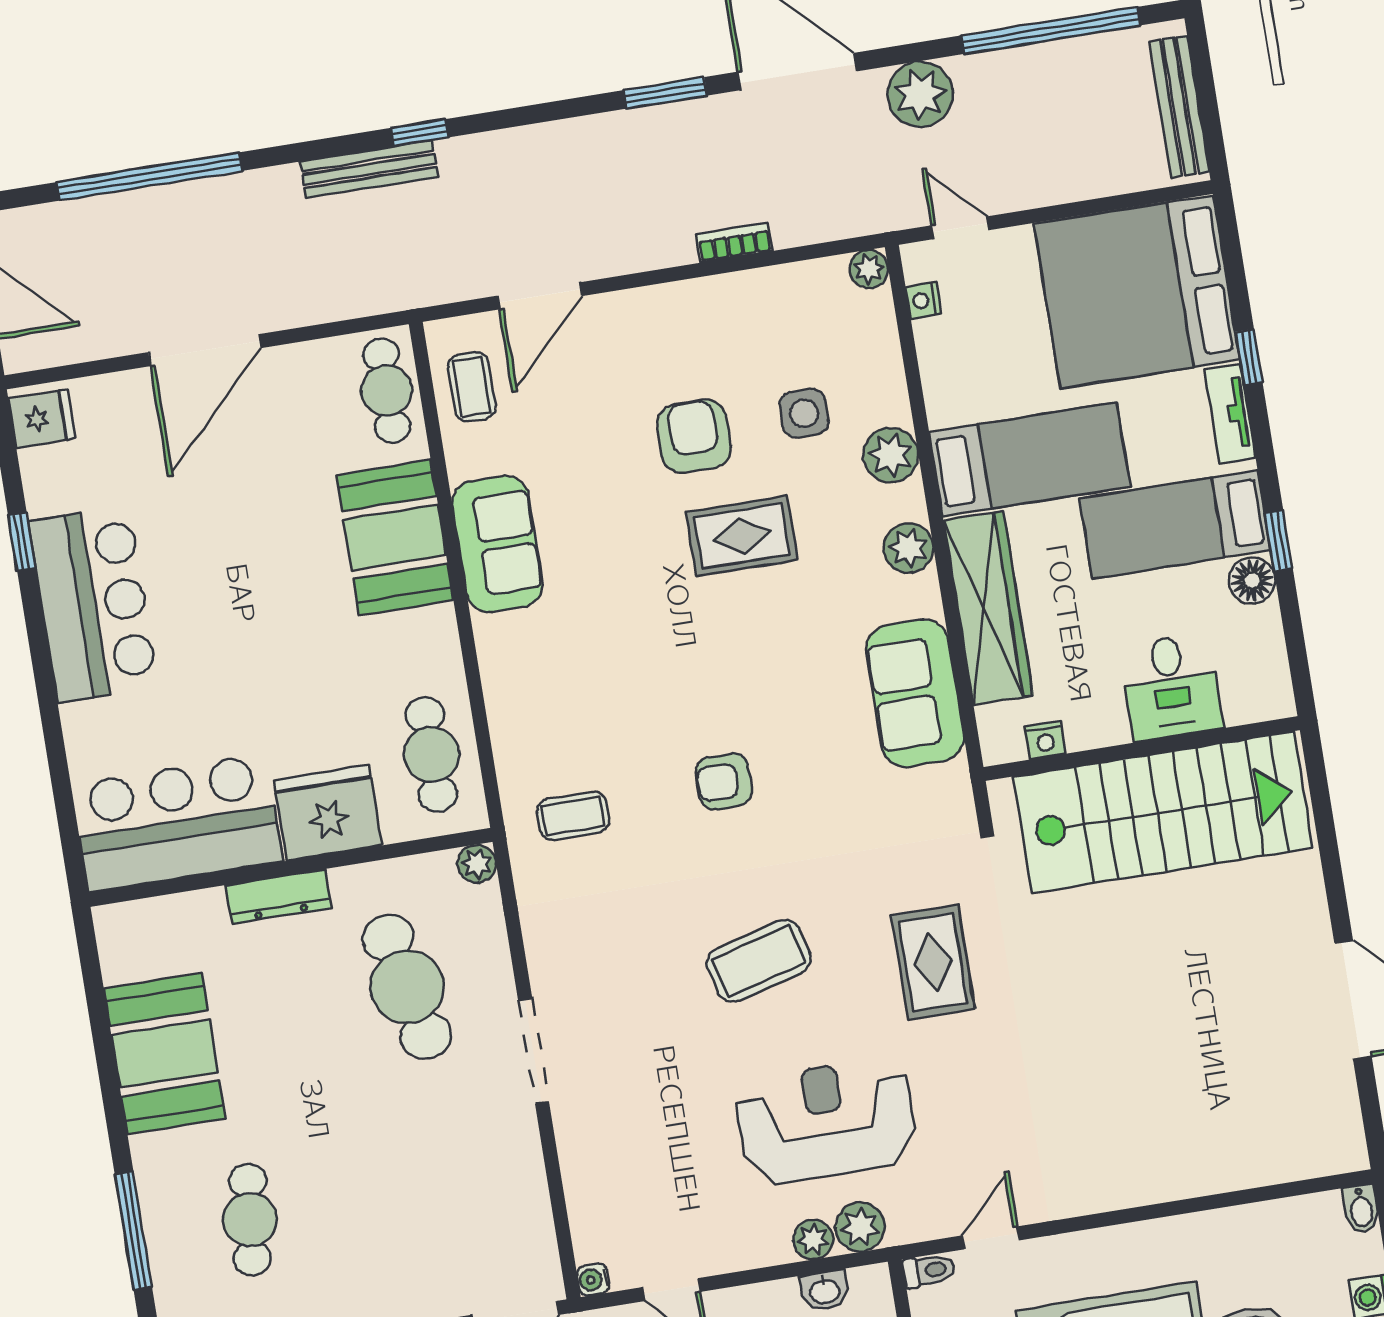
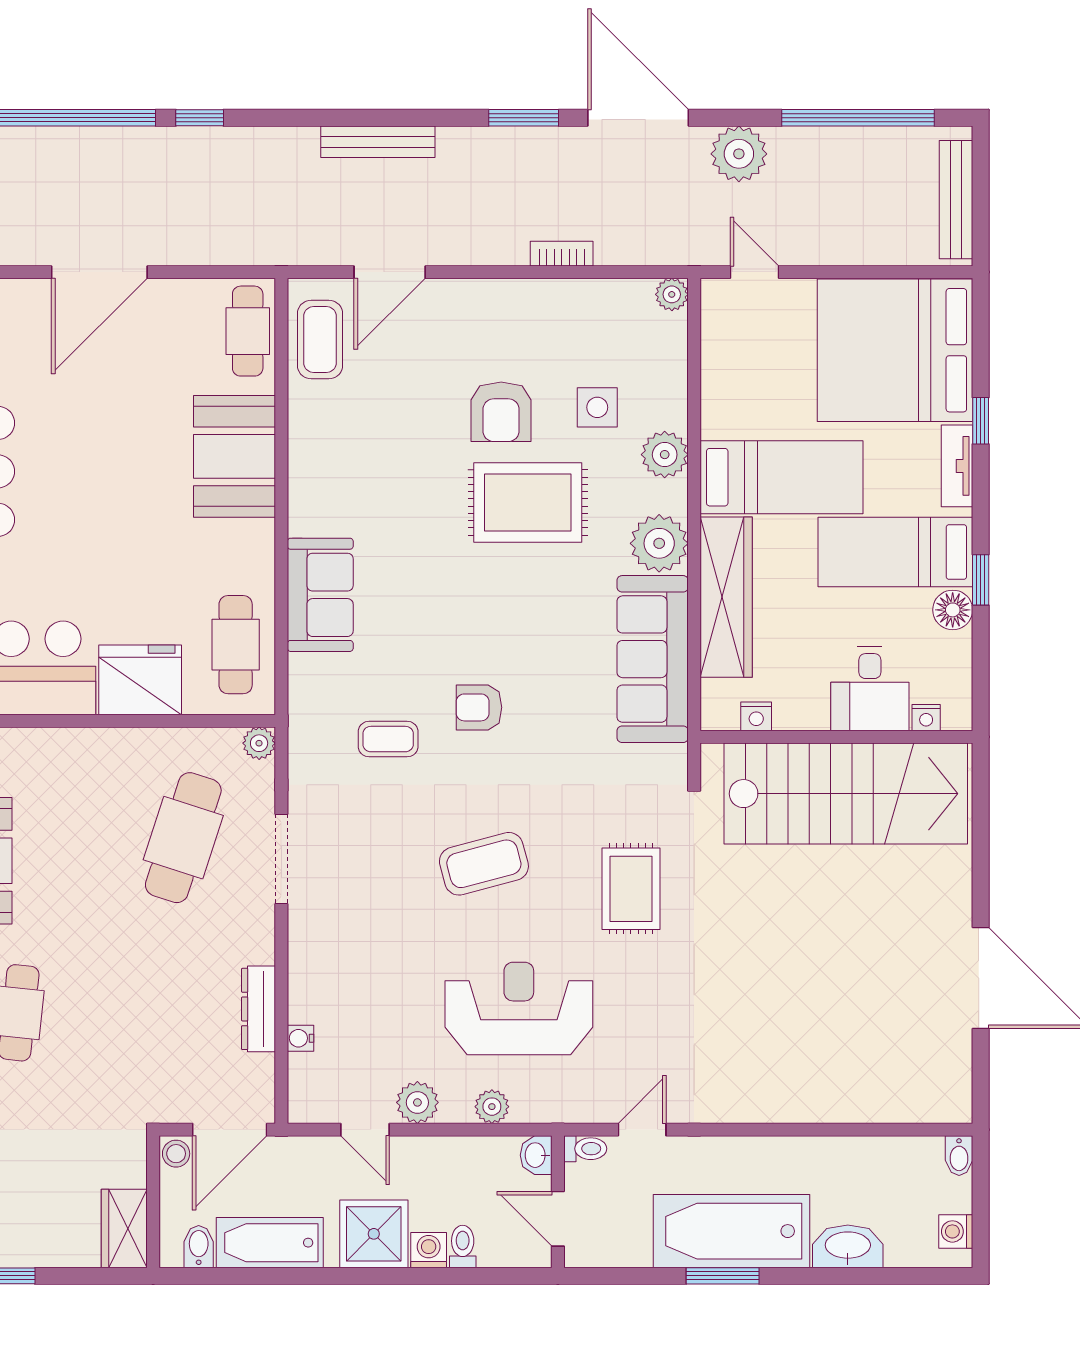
window: (420, 133) -> (200, 118), moved
bench: (369, 169) -> (378, 142), moved
nightstand: (923, 300) -> (926, 718), moved, turned -90
coffee table: (472, 387) -> (320, 340), width x1.36, depth x1.30
armchair: (694, 436) -> (501, 412), turned 180
rug: (742, 536) -> (528, 502), width x1.36, depth x1.43
sofa: (497, 544) -> (320, 595), moved
plant: (908, 548) -> (659, 543), width x1.36, depth x1.36
sofa: (915, 693) -> (653, 659), width x1.36
coffee table: (573, 816) -> (388, 739), moved
dresser: (279, 896) -> (259, 1009), moved, turned 90
cafe table: (407, 987) -> (183, 838), turned 30
doorway: (534, 1051) -> (281, 859), moved
plant: (860, 1227) -> (417, 1102), moved
water cooler: (593, 1280) -> (300, 1038), moved
washbasin: (825, 1291) -> (536, 1155), moved, turned 90

